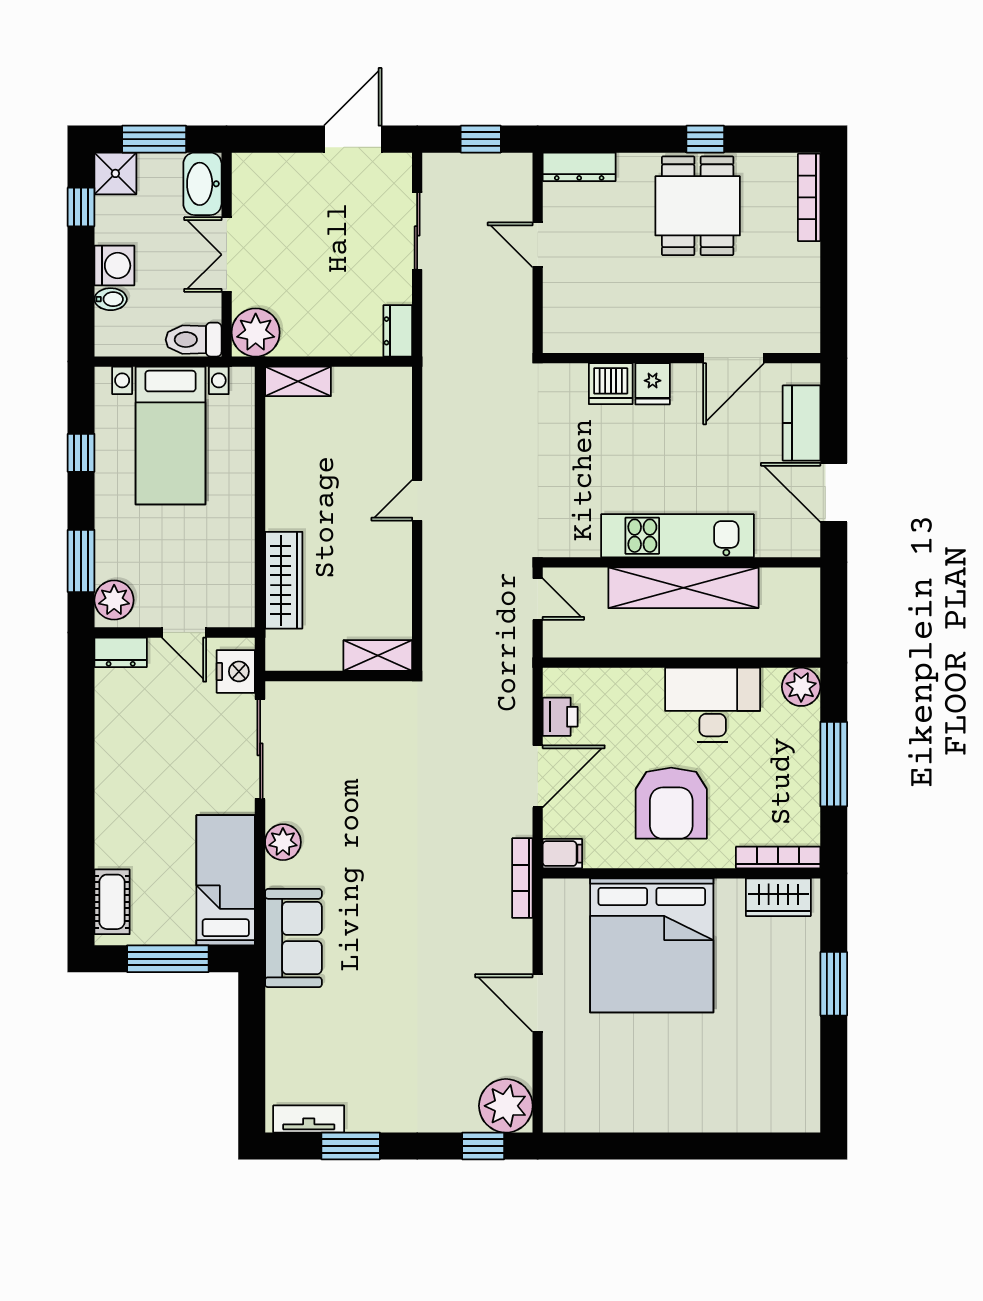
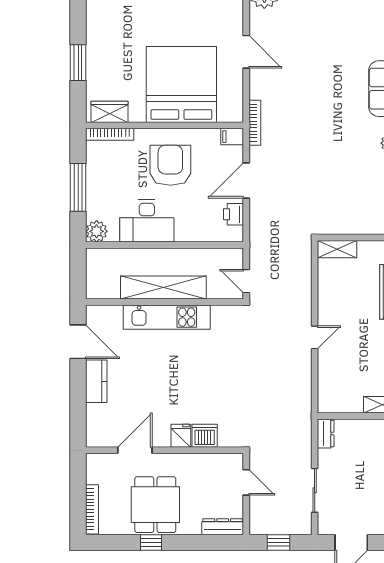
wall: (681, 358) -> (164, 450), moved
door: (734, 358) -> (135, 450), moved
dishwasher: (611, 384) -> (205, 436), moved
fridge: (653, 384) -> (181, 436), moved

